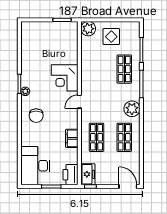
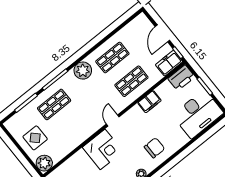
door: (79, 102) -> (113, 120), swing flipped
door: (128, 186) -> (162, 33), moved

